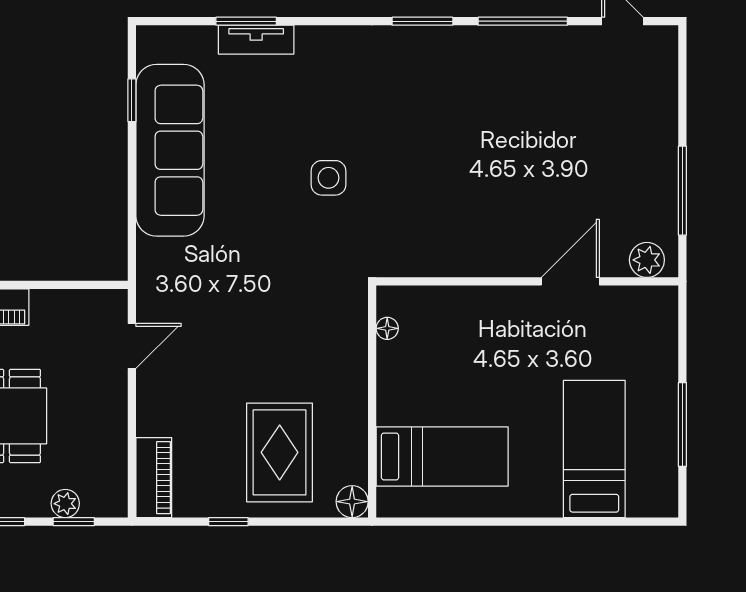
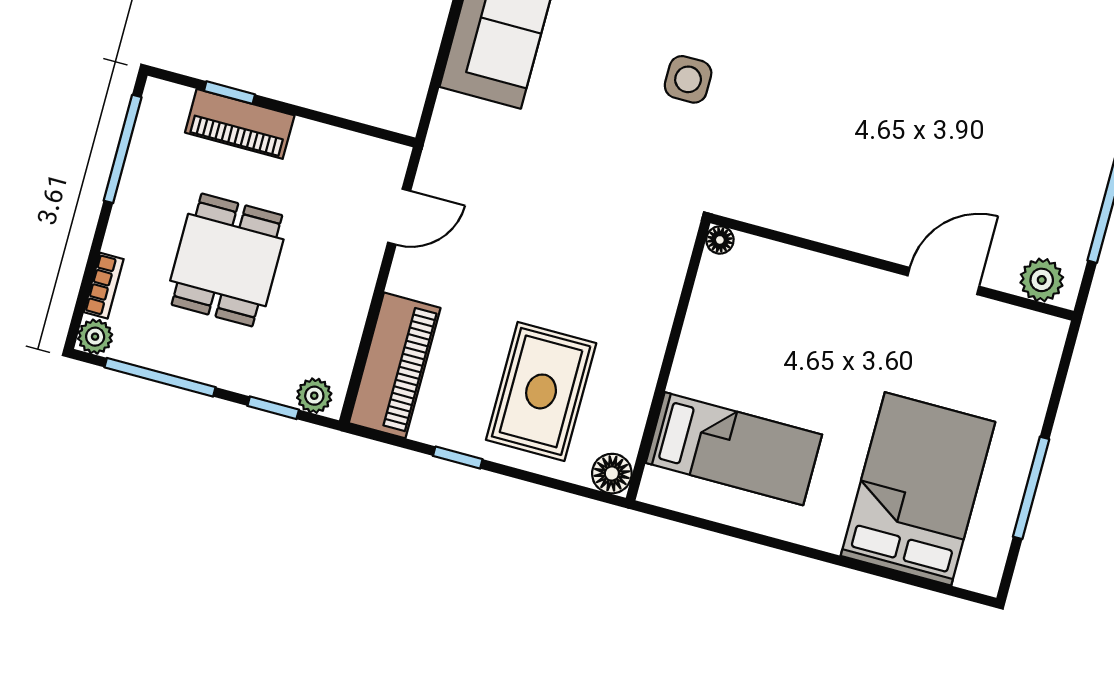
floor lamp: (387, 328) -> (720, 240), moved
bed: (594, 449) -> (918, 489), width x1.50
piano: (154, 478) -> (395, 365), width x1.37, depth x1.33
plant: (65, 504) -> (314, 396), moved

